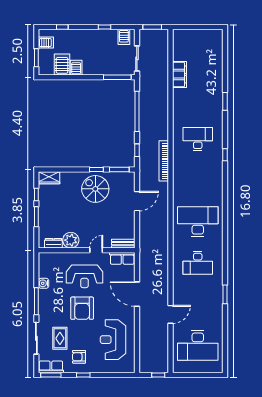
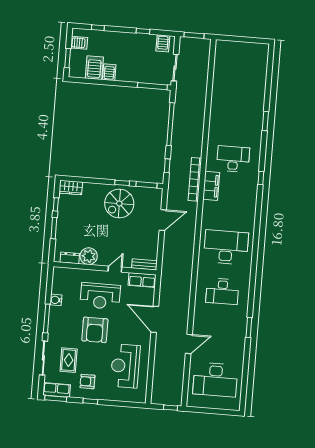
filing cabinet: (179, 74) -> (211, 186), moved
spiral stairs: (95, 189) -> (119, 204), turned -90

